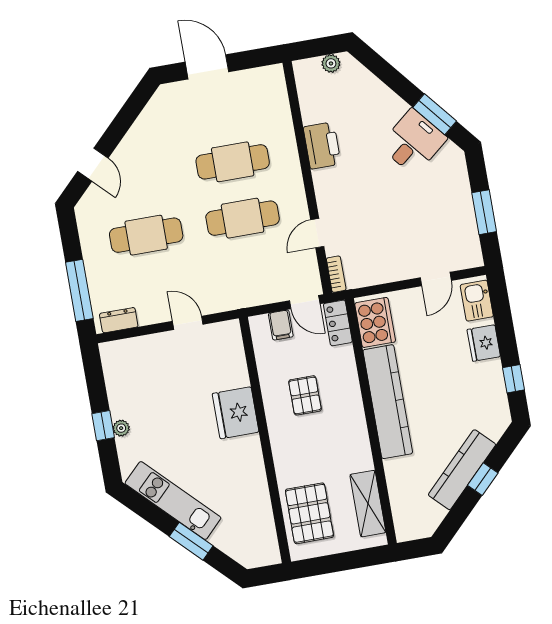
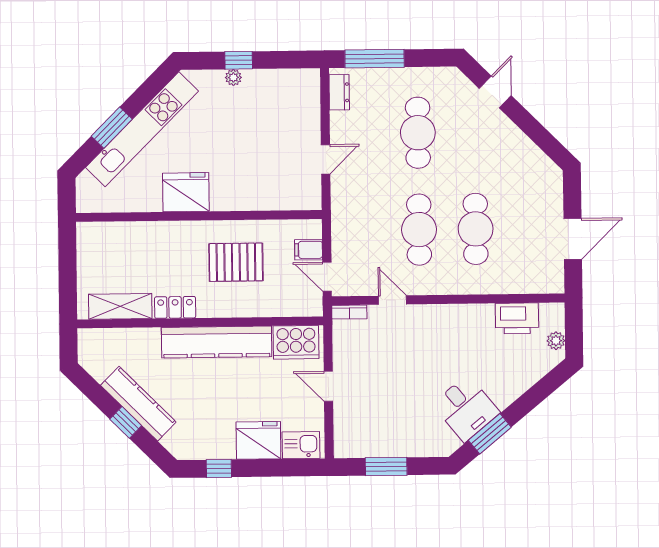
door: (207, 67) -> (573, 239), moved
printer: (322, 146) -> (517, 318), moved
door: (93, 165) -> (495, 92), swing flipped
door: (436, 279) -> (328, 386), moved
door: (305, 302) -> (327, 277), hinge flipped
locker: (338, 323) -> (175, 307), moved
fridge: (484, 343) -> (258, 440), width x1.36, depth x1.34
pallet: (305, 395) -> (236, 262), width x1.50, depth x1.42
fridge: (236, 413) -> (186, 192), moved
kitchen unit: (173, 501) -> (142, 129), width x1.36
pallet: (309, 513) -> (120, 248), removed

